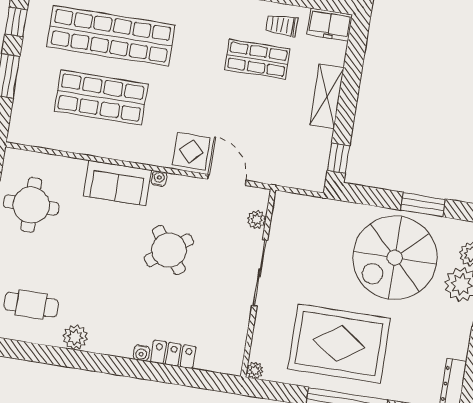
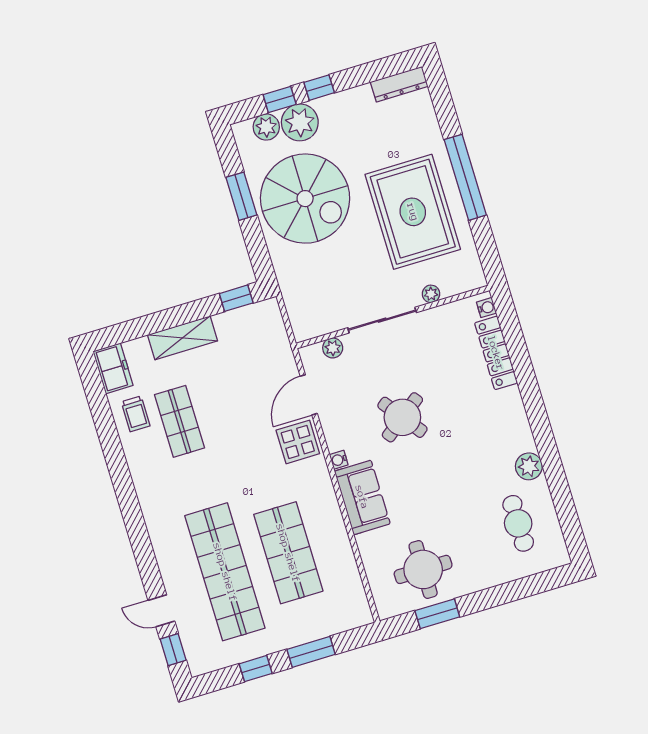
water cooler: (141, 353) -> (486, 308), moved
locker: (173, 354) -> (496, 353), width x1.53
plant: (255, 370) -> (431, 294), moved

